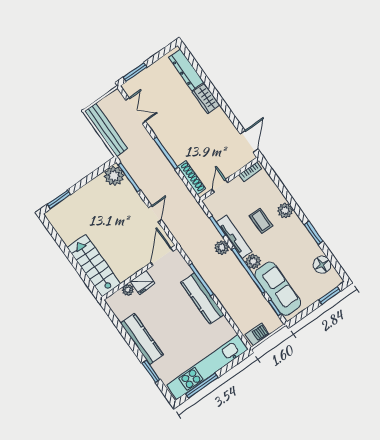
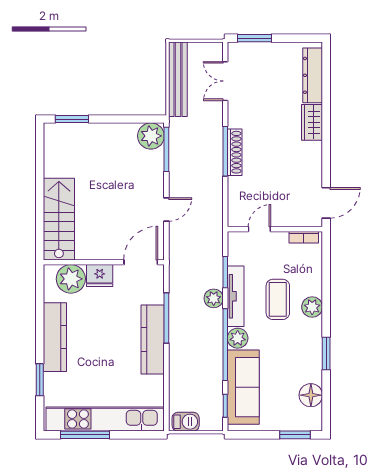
double door: (136, 111) -> (225, 81), swing flipped
shoe rack: (192, 178) -> (235, 152), moved
coffee table: (261, 221) -> (278, 299), width x1.36, depth x1.30
plant: (128, 290) -> (71, 279), width x1.87, depth x1.87

